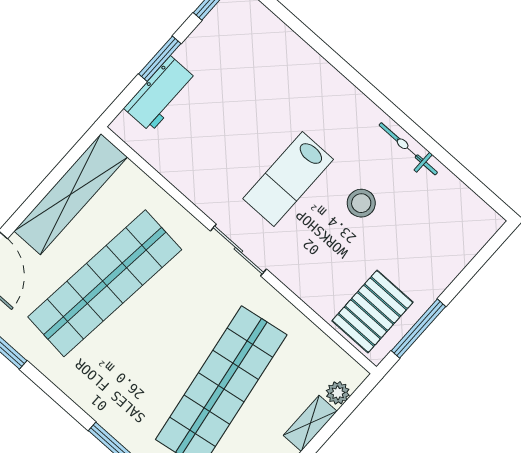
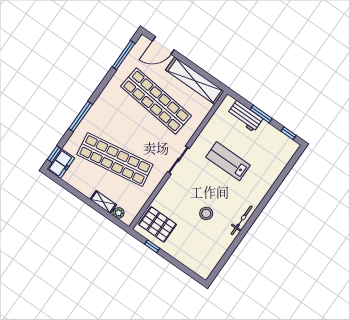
bicycle: (408, 149) -> (242, 220), moved
lab bench: (288, 179) -> (228, 161), moved
window: (418, 329) -> (152, 246), width x0.46

